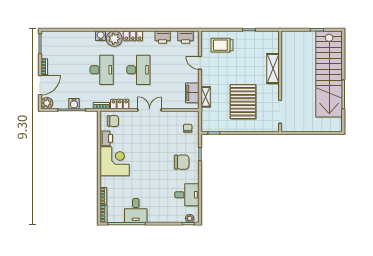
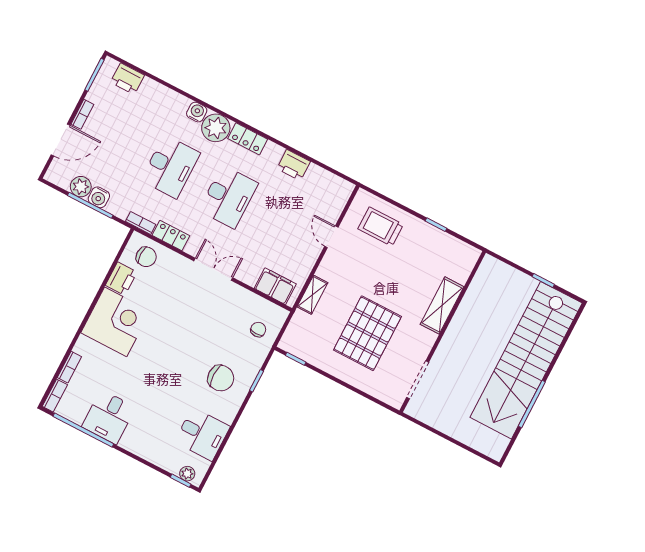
printer: (186, 37) -> (127, 79), moved
filing cabinet: (192, 93) -> (275, 286), moved, turned 90
plant: (47, 103) -> (81, 187), moved

